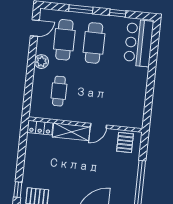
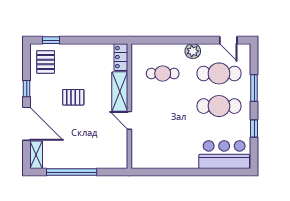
pallet: (125, 143) -> (73, 97), moved

